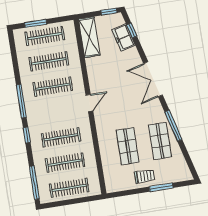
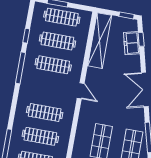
shelving: (89, 37) -> (100, 41), width x1.47
door: (89, 103) -> (81, 91), hinge flipped
window: (27, 135) -> (26, 36), moved

